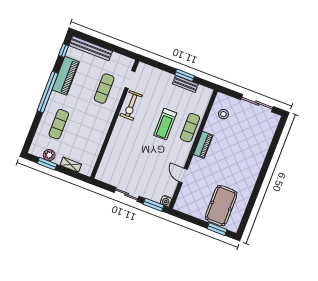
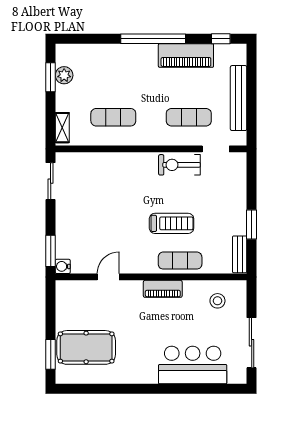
bench: (91, 48) -> (239, 98), moved
bench: (185, 84) -> (240, 254), moved
exercise mat: (59, 124) -> (113, 117), moved
treadmill: (165, 124) -> (172, 223), turned 180
bar counter: (257, 145) -> (193, 365), added
shelving: (71, 165) -> (62, 128), moved
sliding door: (127, 194) -> (51, 181), moved

